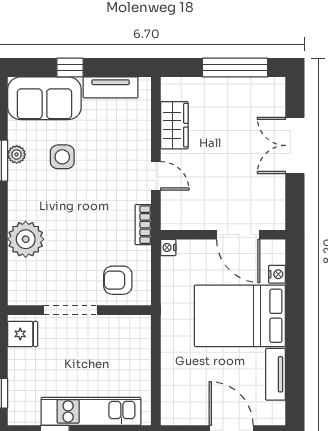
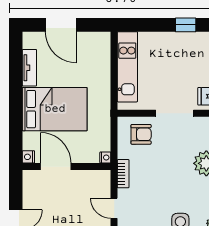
nightstand: (277, 274) -> (28, 157), moved
kitchen unit: (91, 411) -> (127, 67), moved, turned -90

